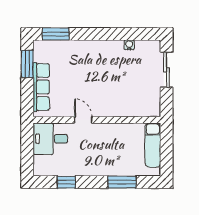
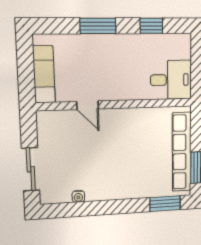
row of seats: (41, 87) -> (182, 152), width x1.36
door: (83, 120) -> (88, 105), moved
window: (122, 182) -> (98, 26), moved

